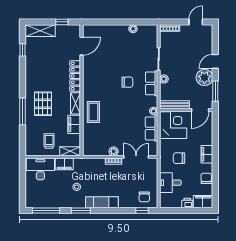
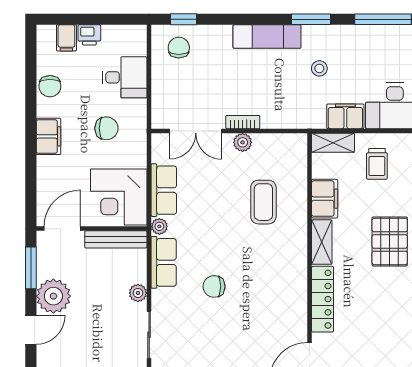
row of seats: (152, 83) -> (164, 262), moved
coffee table: (93, 112) -> (263, 202), moved
filing cabinet: (203, 202) -> (66, 38), width x0.50

